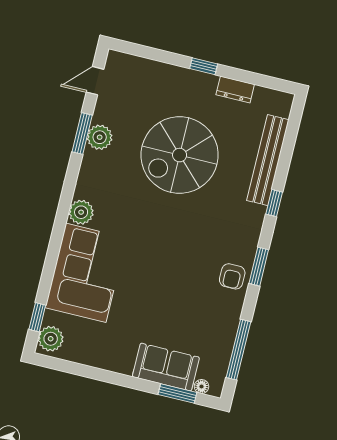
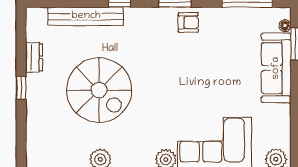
sofa: (166, 367) -> (276, 68), width x1.36

